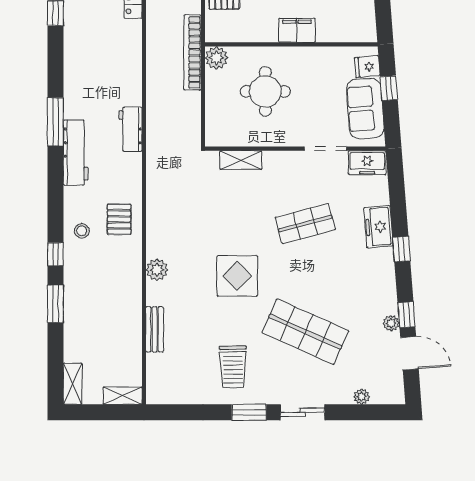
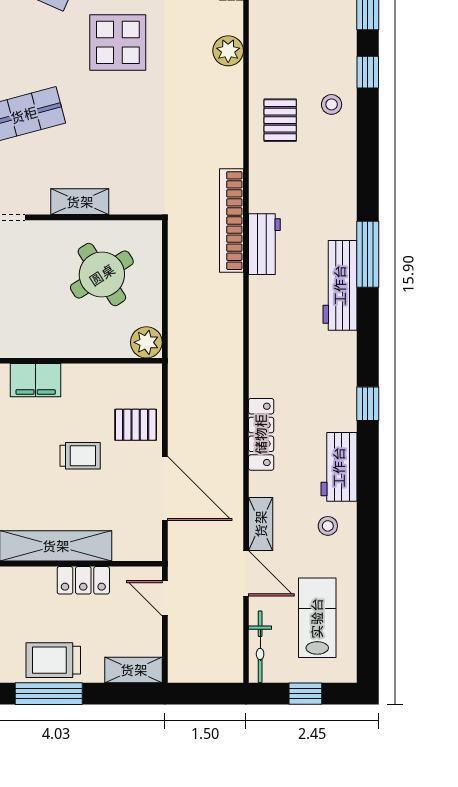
bookcase: (192, 52) -> (232, 221), moved, turned 180
round table: (265, 91) -> (102, 275), moved, turned -33
workbench: (76, 153) -> (340, 285), moved
shelving: (241, 160) -> (80, 202), moved

